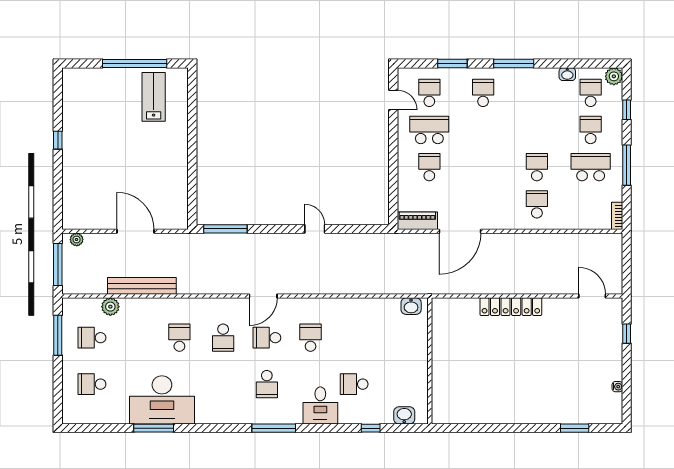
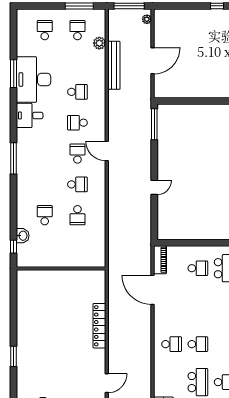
washbasin: (411, 306) -> (100, 255), removed
school desk: (267, 384) -> (77, 215), moved, turned -90
desk: (320, 405) -> (30, 115), moved
washbasin: (404, 415) -> (23, 236), moved
window: (371, 428) -> (14, 247), moved
window: (575, 428) -> (14, 356), moved

